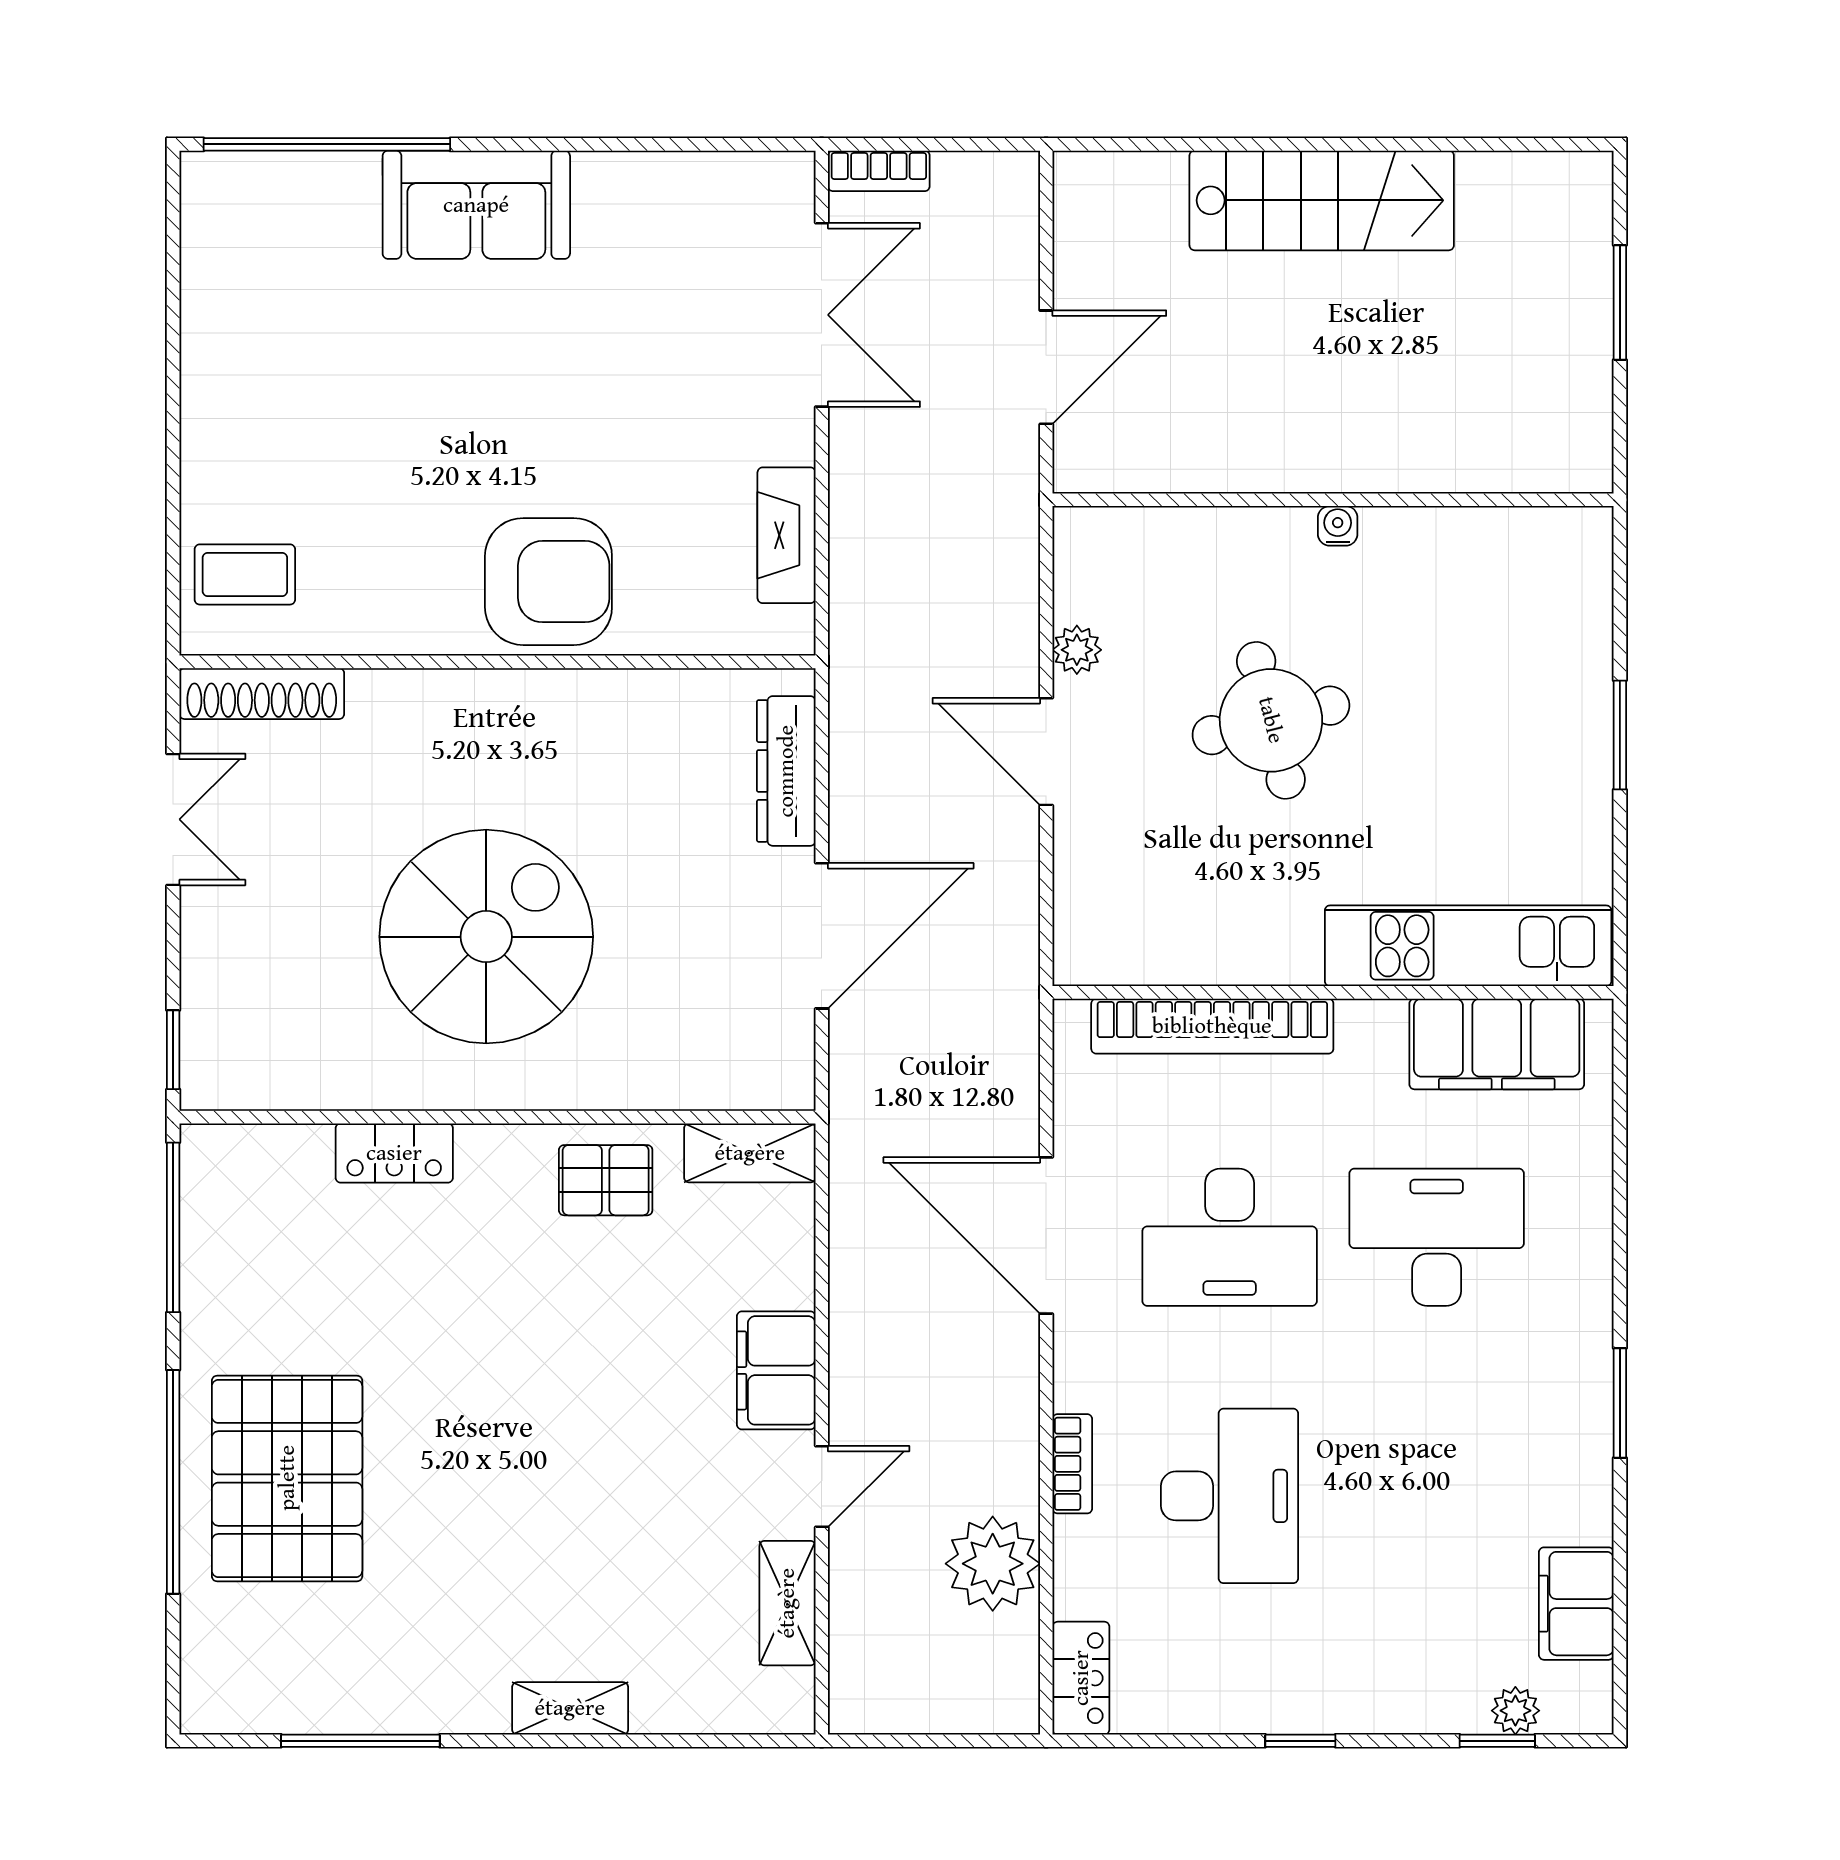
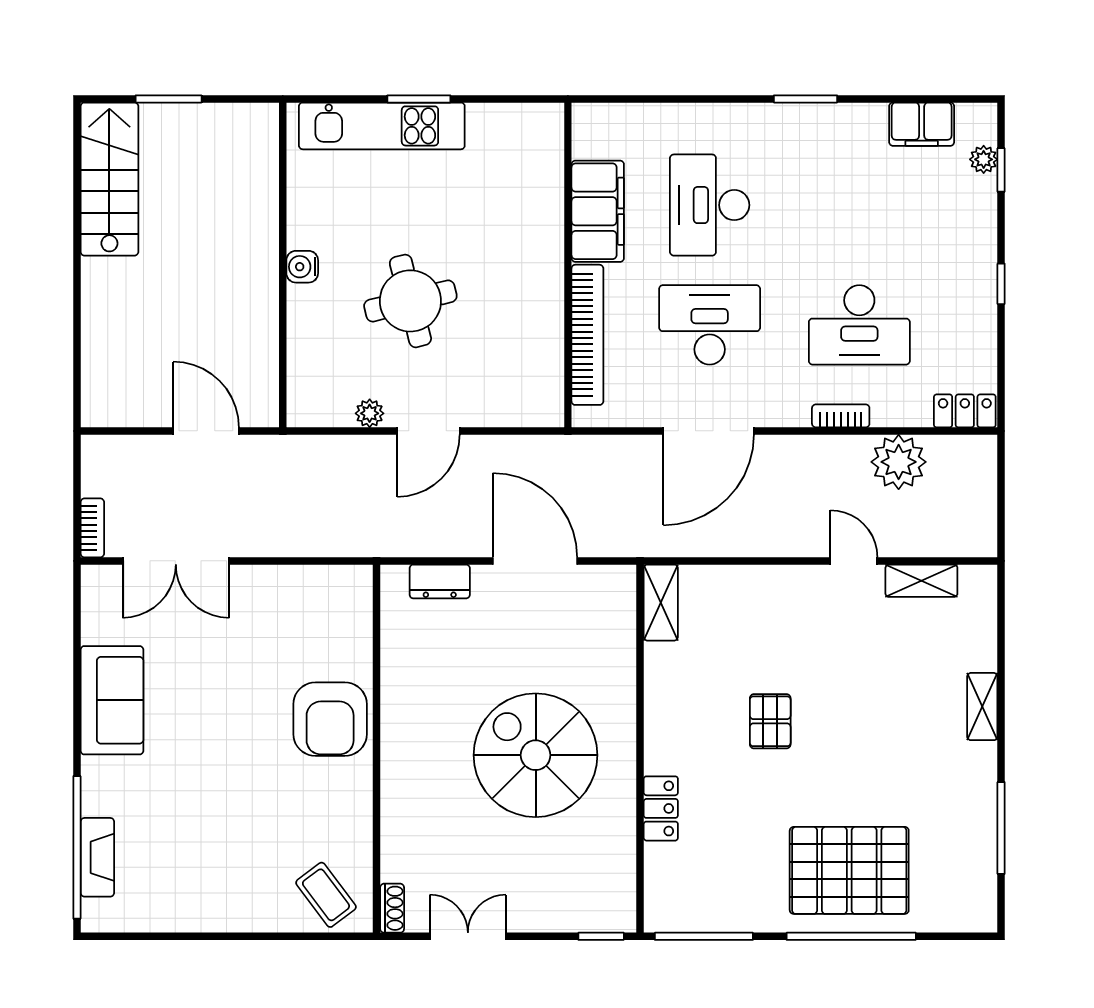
stairs: (1322, 200) -> (109, 179), moved
sofa: (476, 205) -> (112, 700), moved
double door: (822, 315) -> (176, 561), swing flipped
water cooler: (1338, 526) -> (302, 267), width x1.38, depth x1.38
fireplace: (787, 535) -> (97, 857), moved, turned -90
coffee table: (245, 574) -> (326, 895), turned -37
armchair: (548, 582) -> (330, 719), turned 180
shoe rack: (262, 694) -> (392, 908), width x0.51, depth x0.81
dresser: (786, 771) -> (440, 581), width x0.70
kitchen unit: (1468, 946) -> (382, 126), moved, turned -90
filing cabinet: (1497, 1044) -> (598, 211), moved
pallet: (606, 1180) -> (770, 721), moved
desk: (1230, 1237) -> (710, 325), turned -90
filing cabinet: (776, 1370) -> (787, 587), removed
desk: (1230, 1496) -> (859, 325), turned 180

